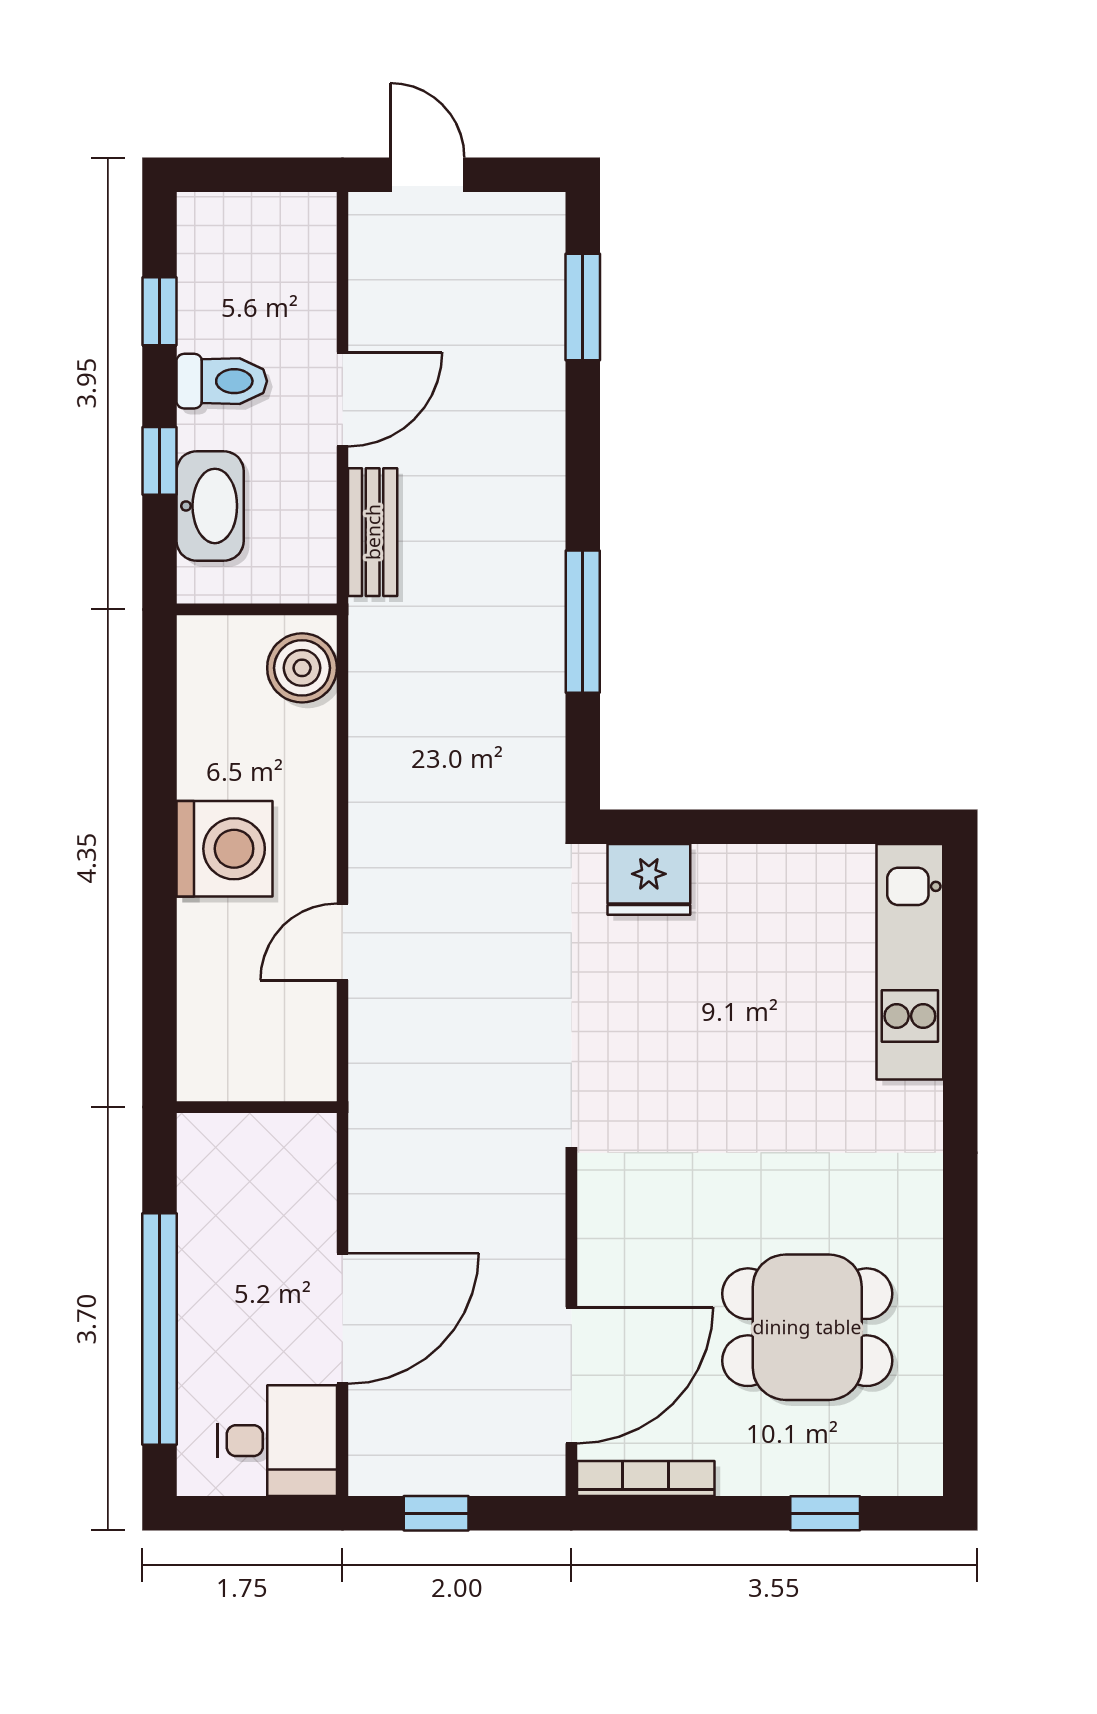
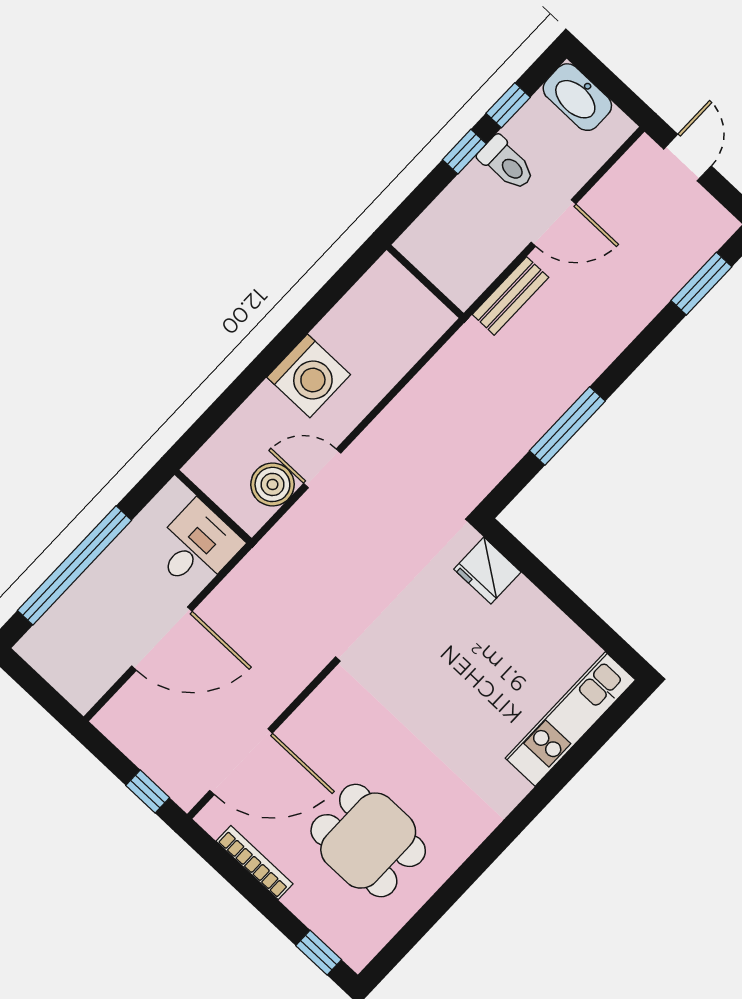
window: (159, 461) -> (464, 152), moved
washbasin: (210, 506) -> (577, 97), moved, turned 90
boiler: (302, 668) -> (272, 484), moved
desk: (277, 1441) -> (196, 547), moved, turned -90
bookcase: (646, 1478) -> (255, 862), moved
window: (436, 1513) -> (148, 792), moved
window: (825, 1513) -> (319, 953), moved

